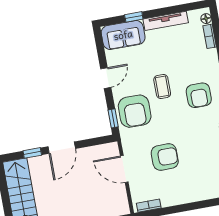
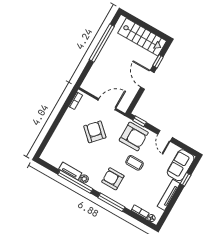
armchair: (135, 111) -> (134, 136), turned 180
armchair: (165, 157) -> (95, 132), turned 133

